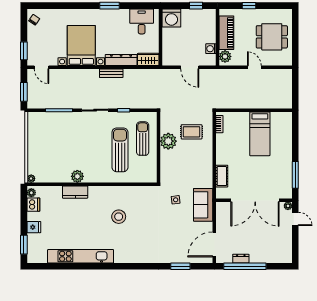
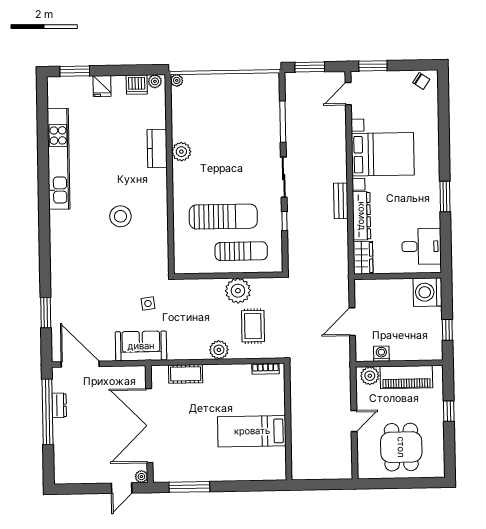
plant: (207, 154) -> (219, 350), added

